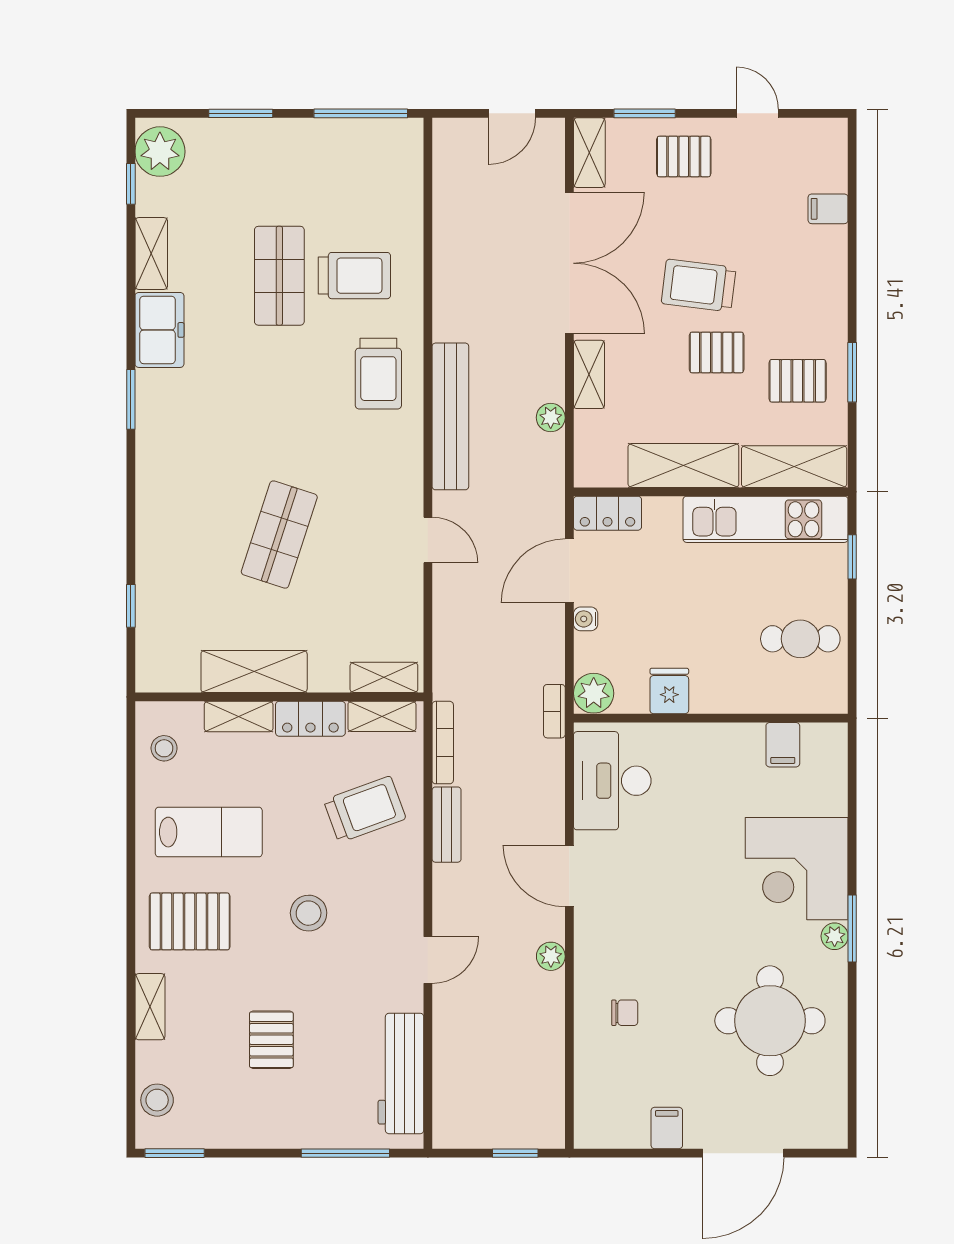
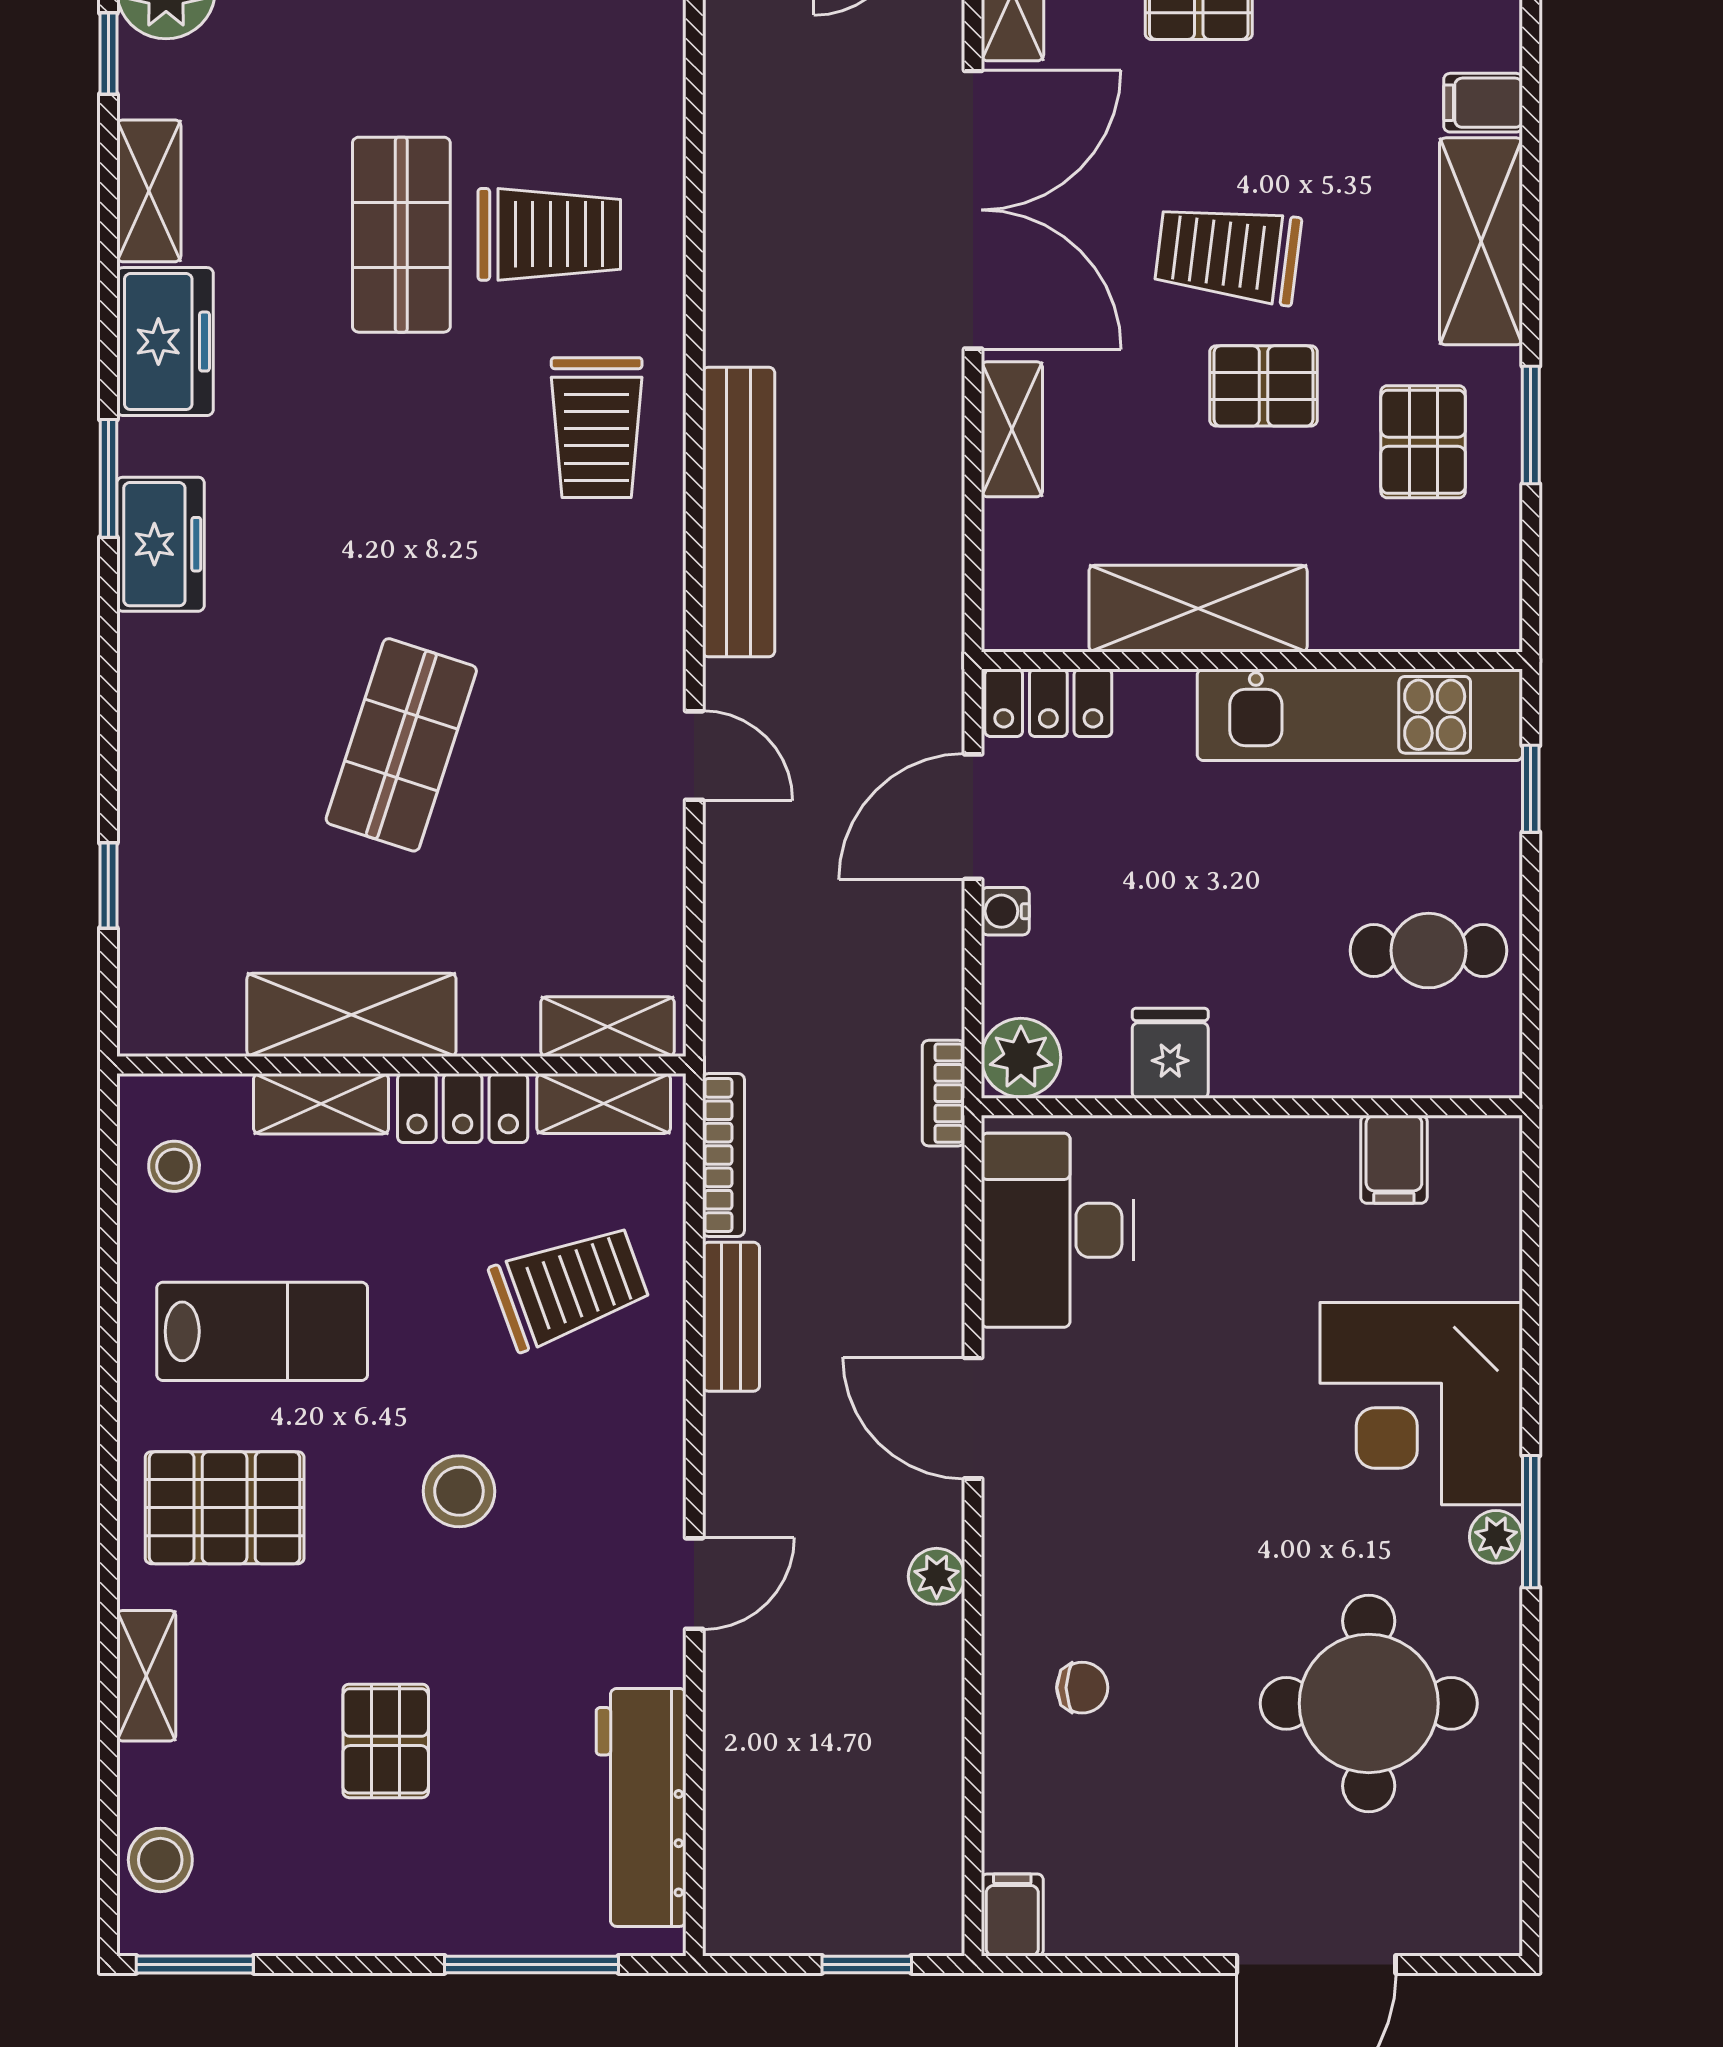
pallet: (798, 381) -> (1423, 442), turned 90
plant: (551, 418) -> (936, 514), removed
freezer: (157, 433) -> (160, 544), added
shelving: (794, 467) -> (1481, 241), moved, turned 90
filing cabinet: (667, 1128) -> (1012, 1915), moved

